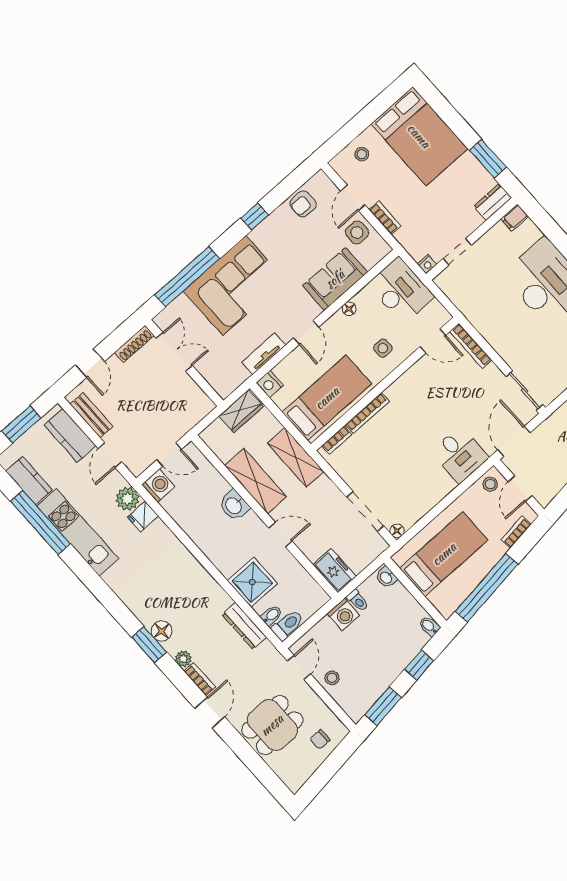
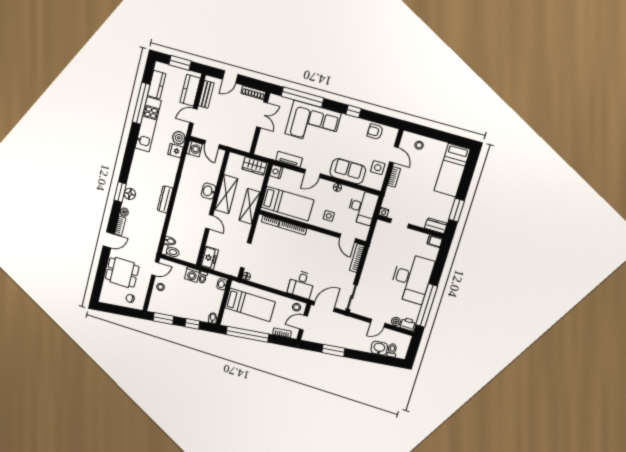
bed: (419, 136) -> (452, 170), width x0.67
door: (353, 198) -> (394, 155), swing flipped
shower: (252, 582) -> (179, 222), removed
dresser: (244, 626) -> (165, 199), moved

